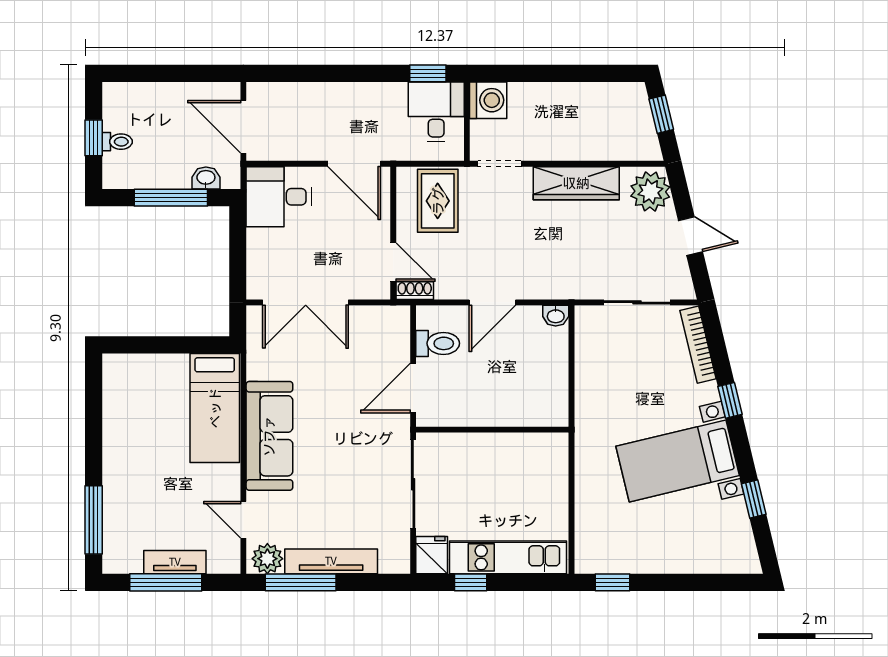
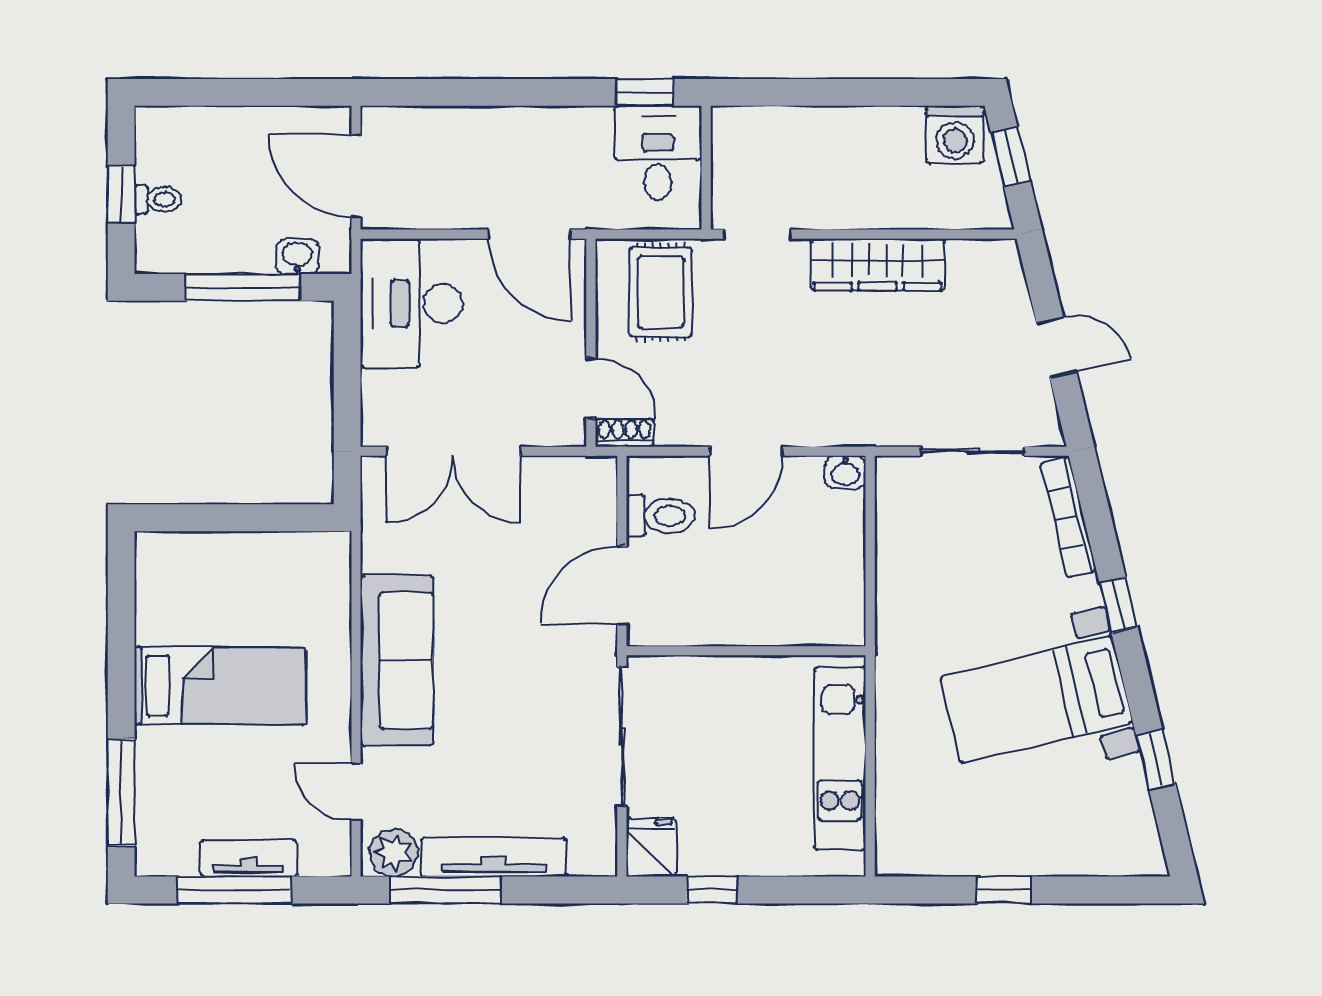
washing machine: (488, 100) -> (955, 135), moved, turned 90
plant: (650, 192) -> (994, 278), removed
desk: (279, 197) -> (411, 303), width x1.37
bed: (215, 408) -> (220, 686), moved, turned -90
kitchen unit: (508, 557) -> (840, 758), moved, turned -90
window: (612, 582) -> (1004, 890), moved

